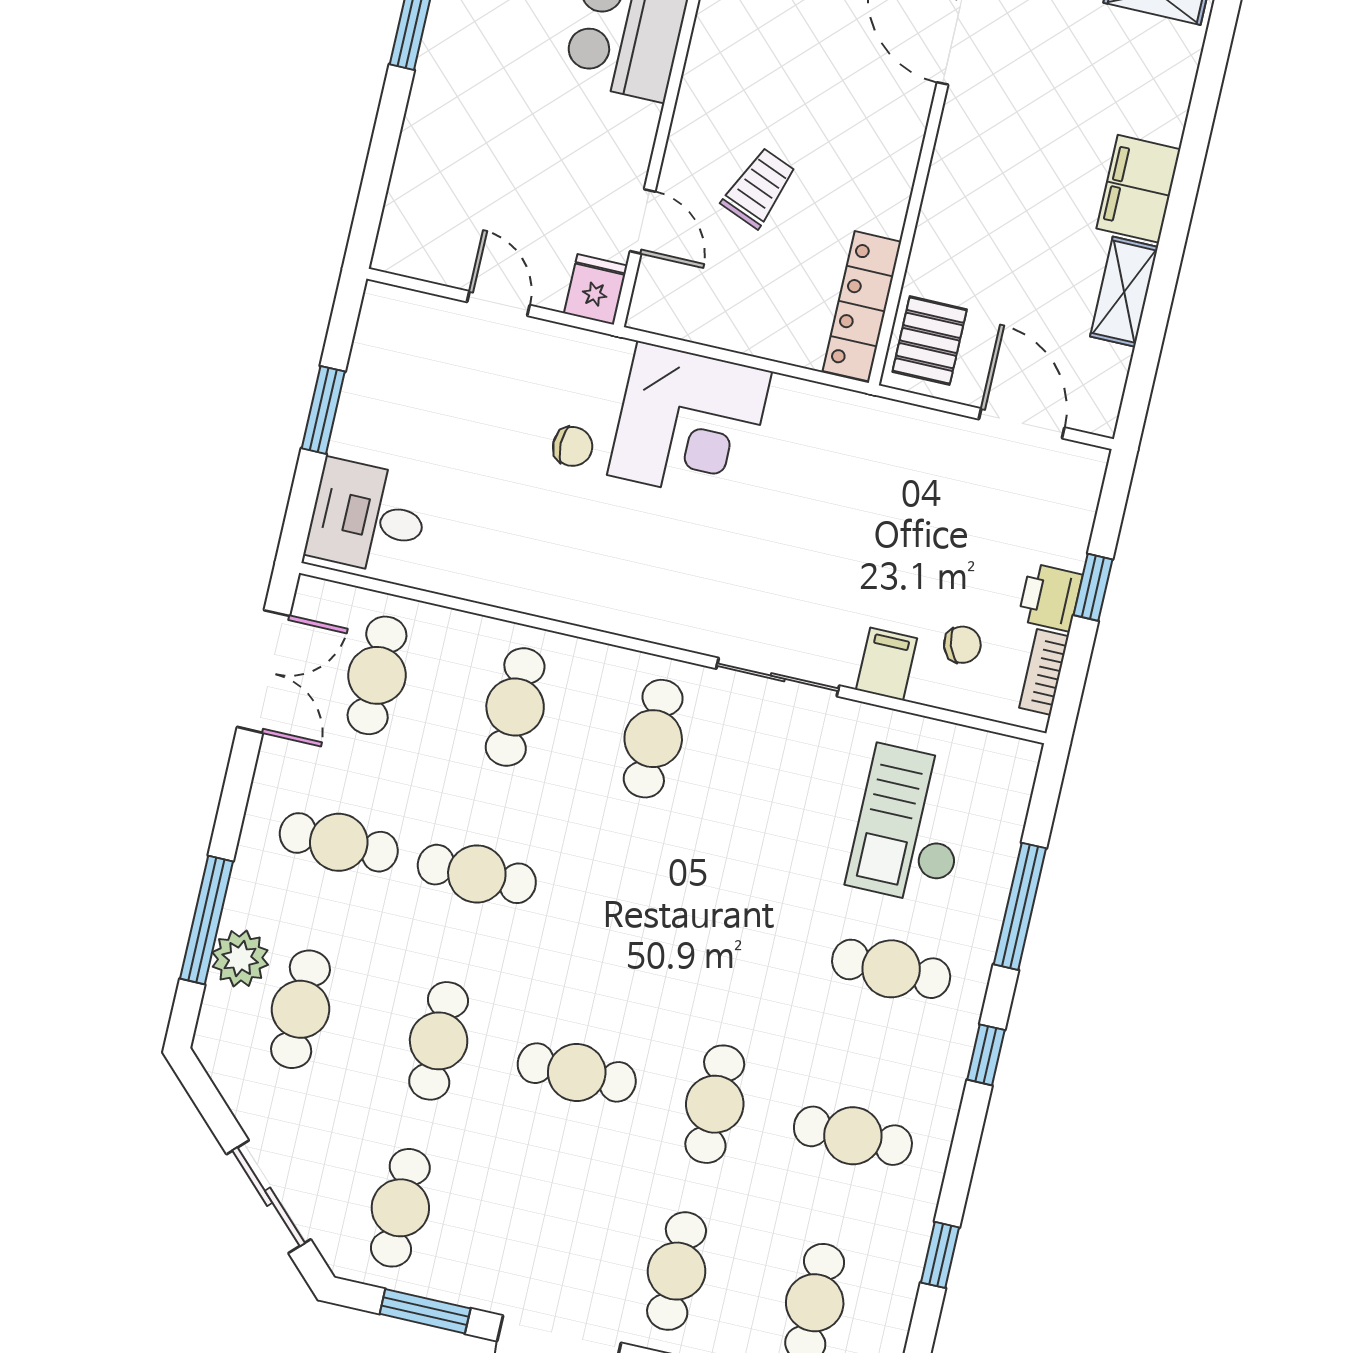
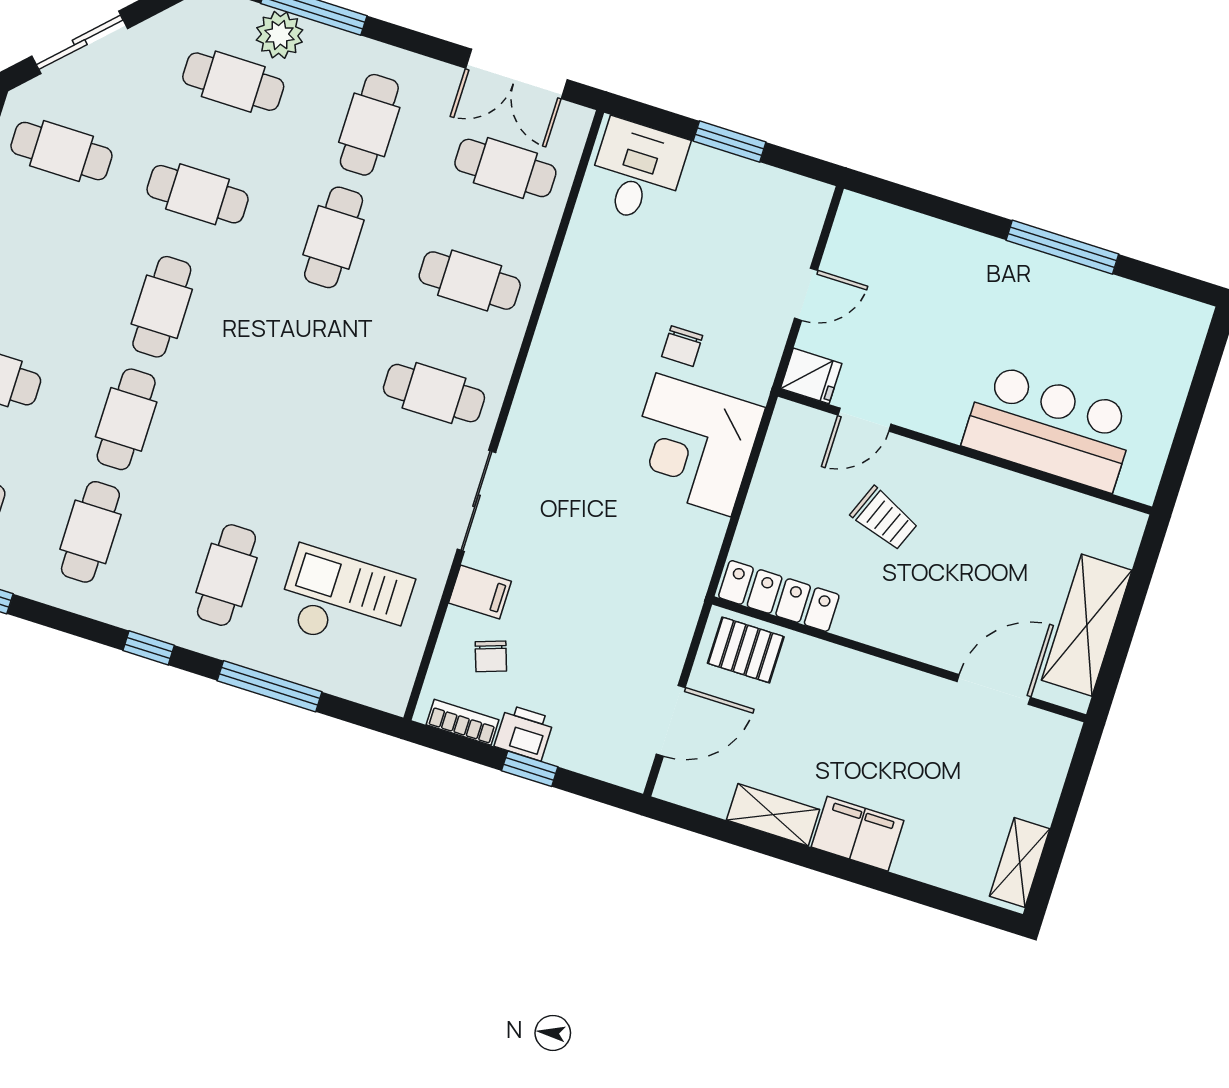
cafe table: (715, 1104) -> (126, 419), turned 90

